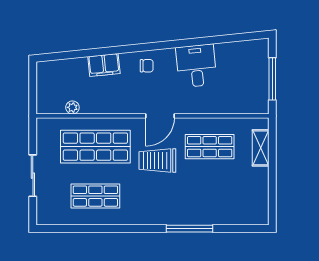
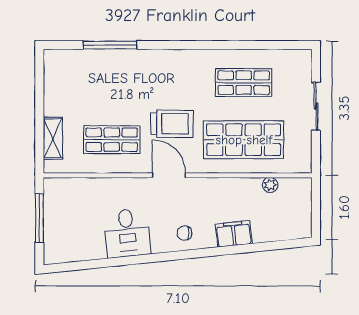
door: (160, 116) -> (169, 175), hinge flipped
window: (189, 229) -> (110, 45), moved

